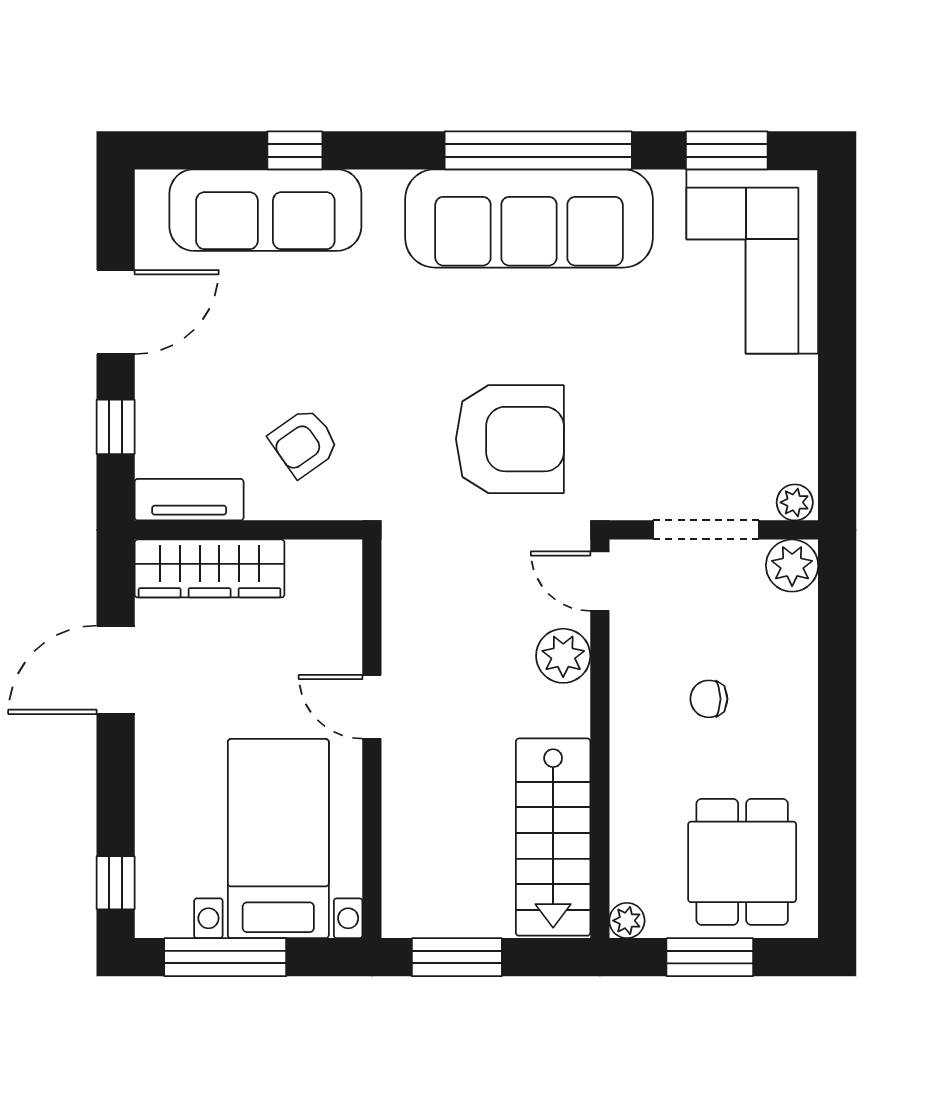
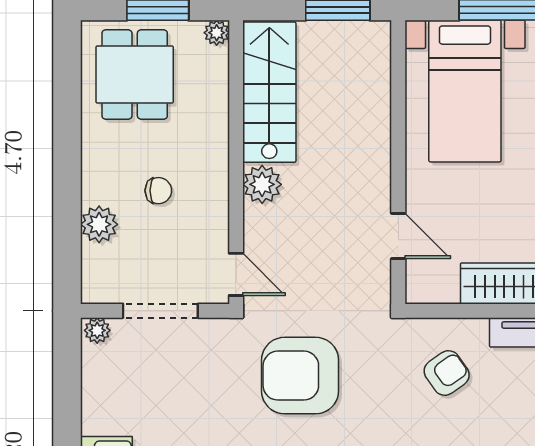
plant: (792, 566) -> (99, 224), moved
plant: (563, 656) -> (262, 184), moved
door: (372, 707) -> (398, 236), moved

